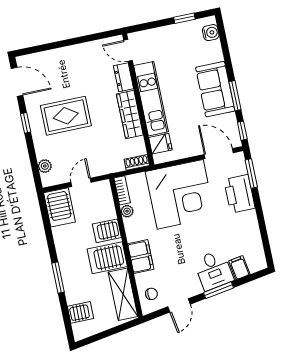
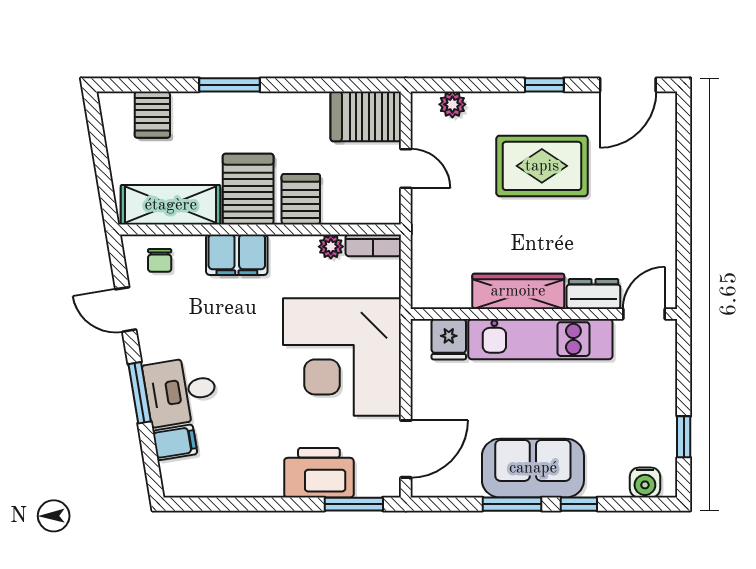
rug: (66, 116) -> (542, 166), turned 90
window: (242, 131) -> (579, 504), moved
shoe rack: (137, 162) -> (422, 285), removed

